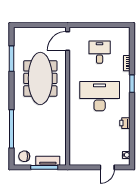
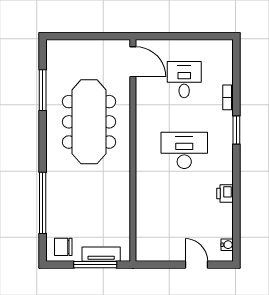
door: (68, 41) -> (133, 62), swing flipped
desk: (100, 96) -> (184, 150), width x0.73, depth x0.77
door: (107, 167) -> (197, 265), swing flipped

